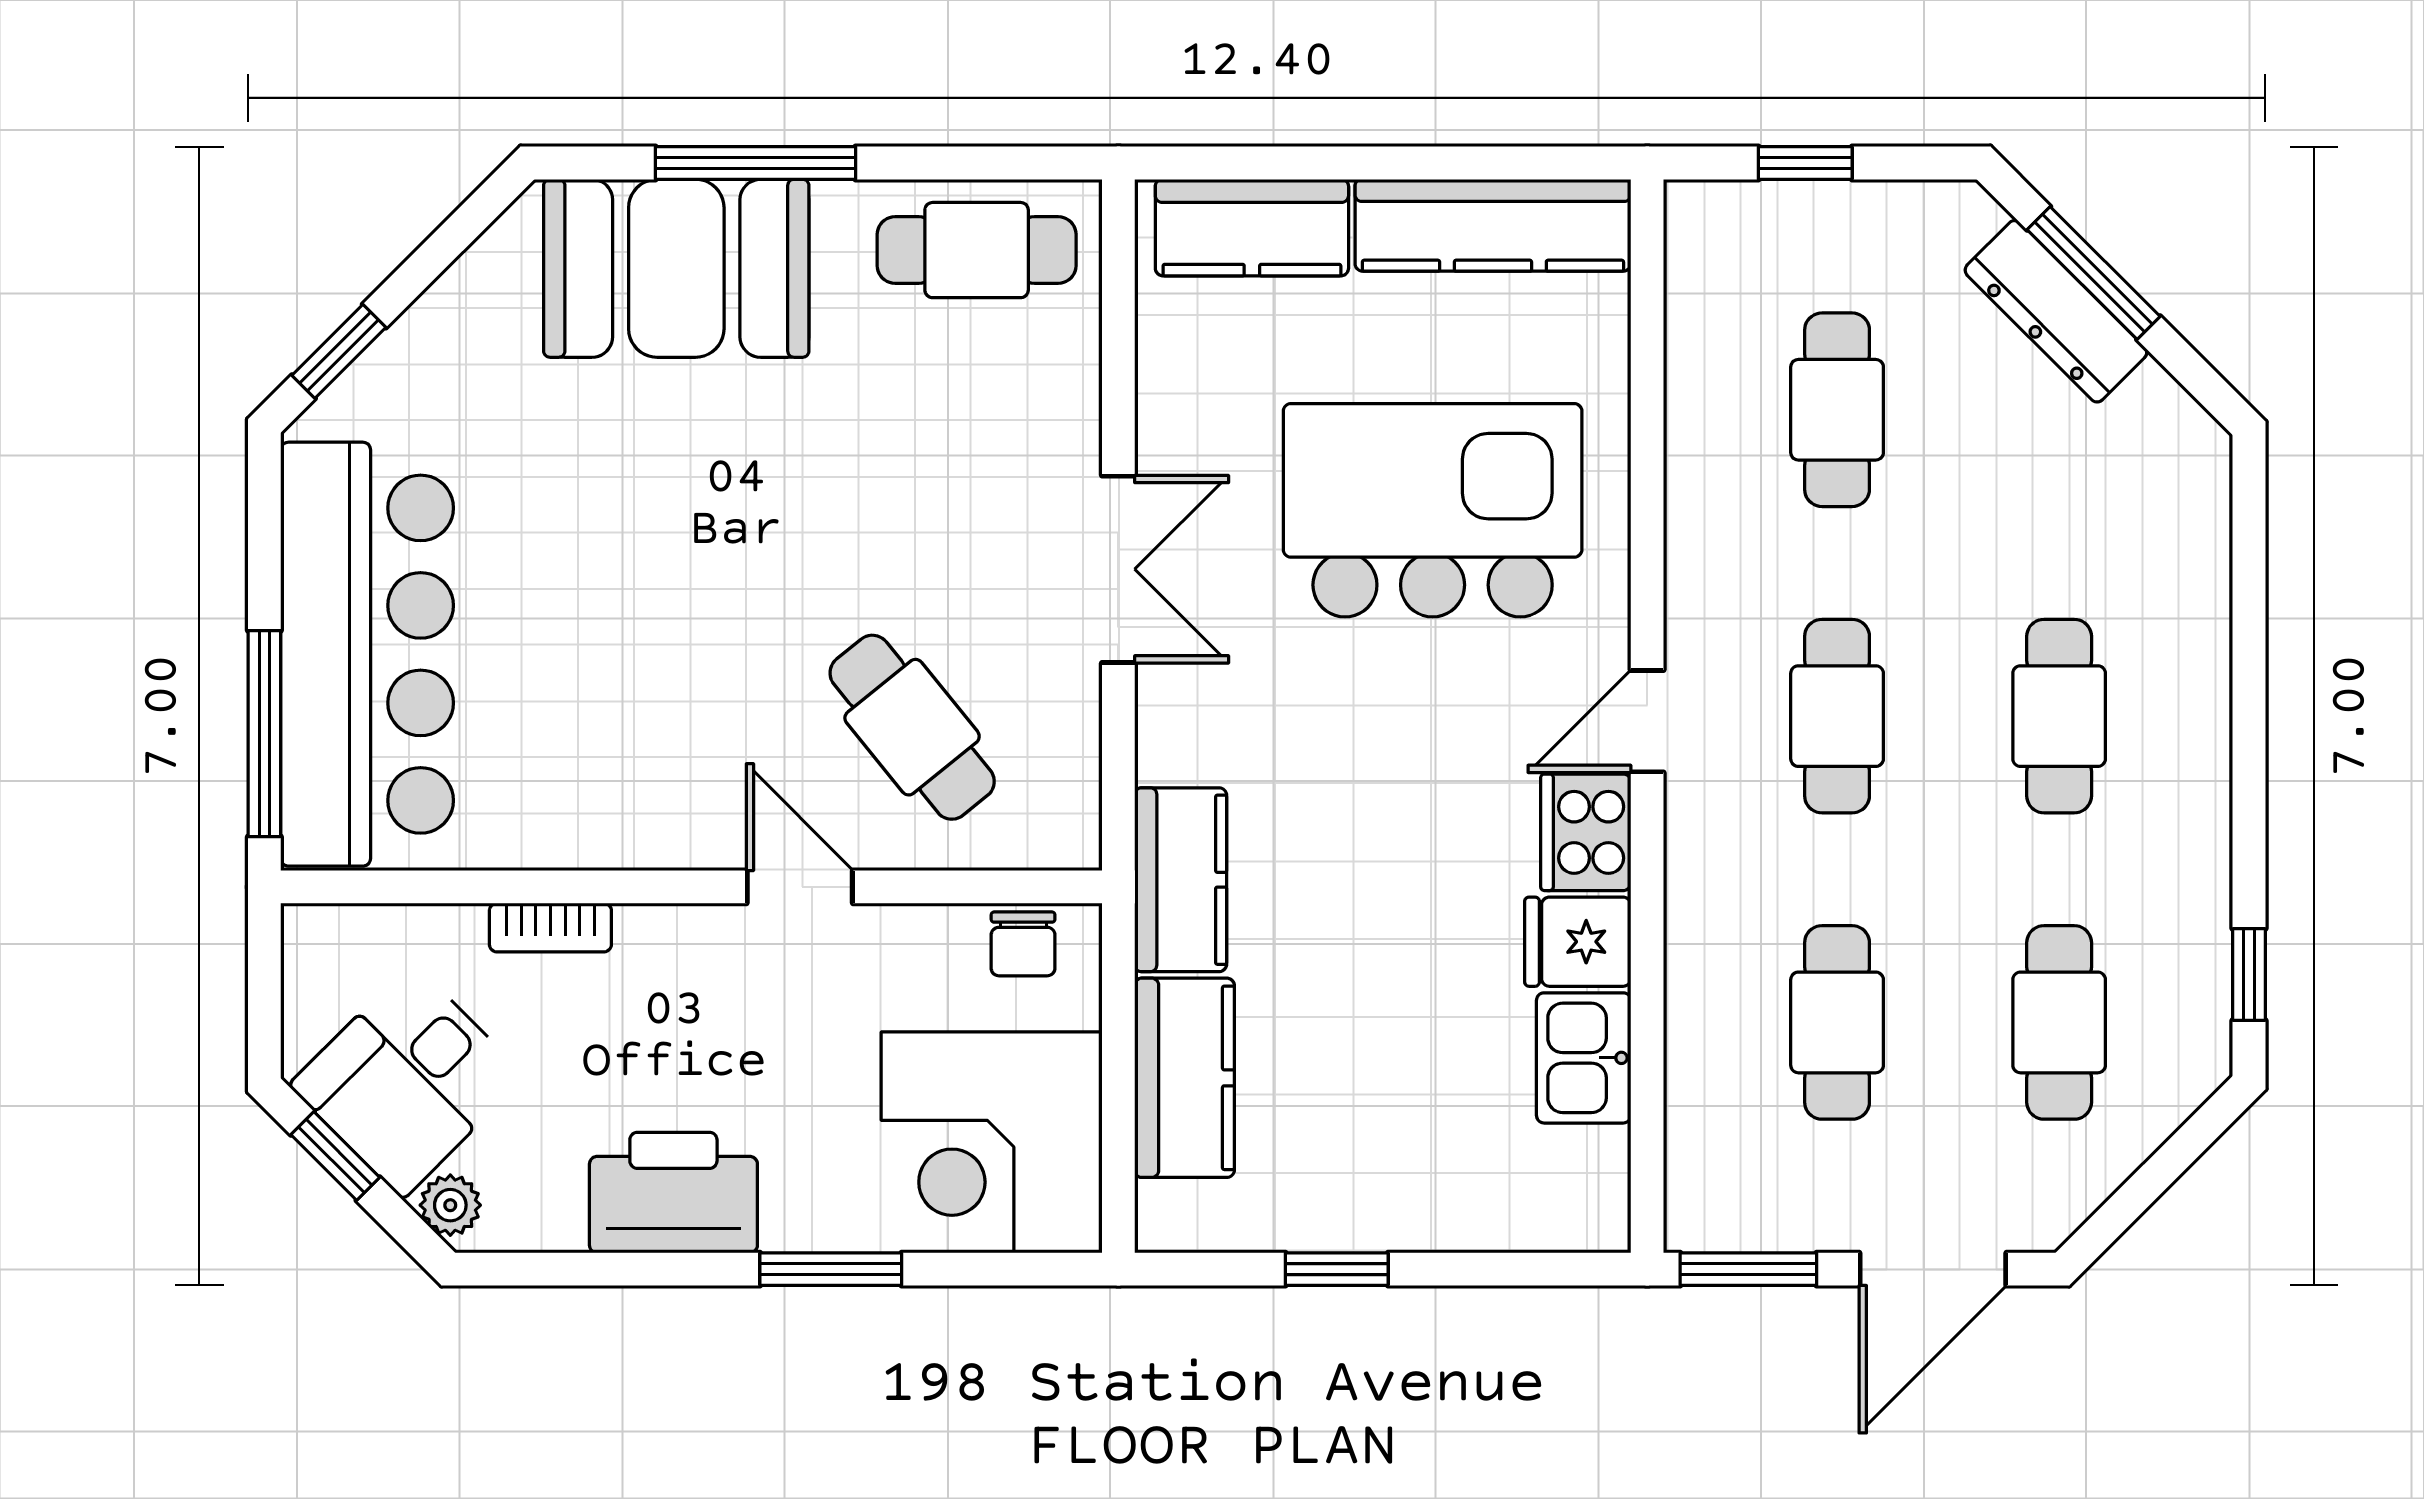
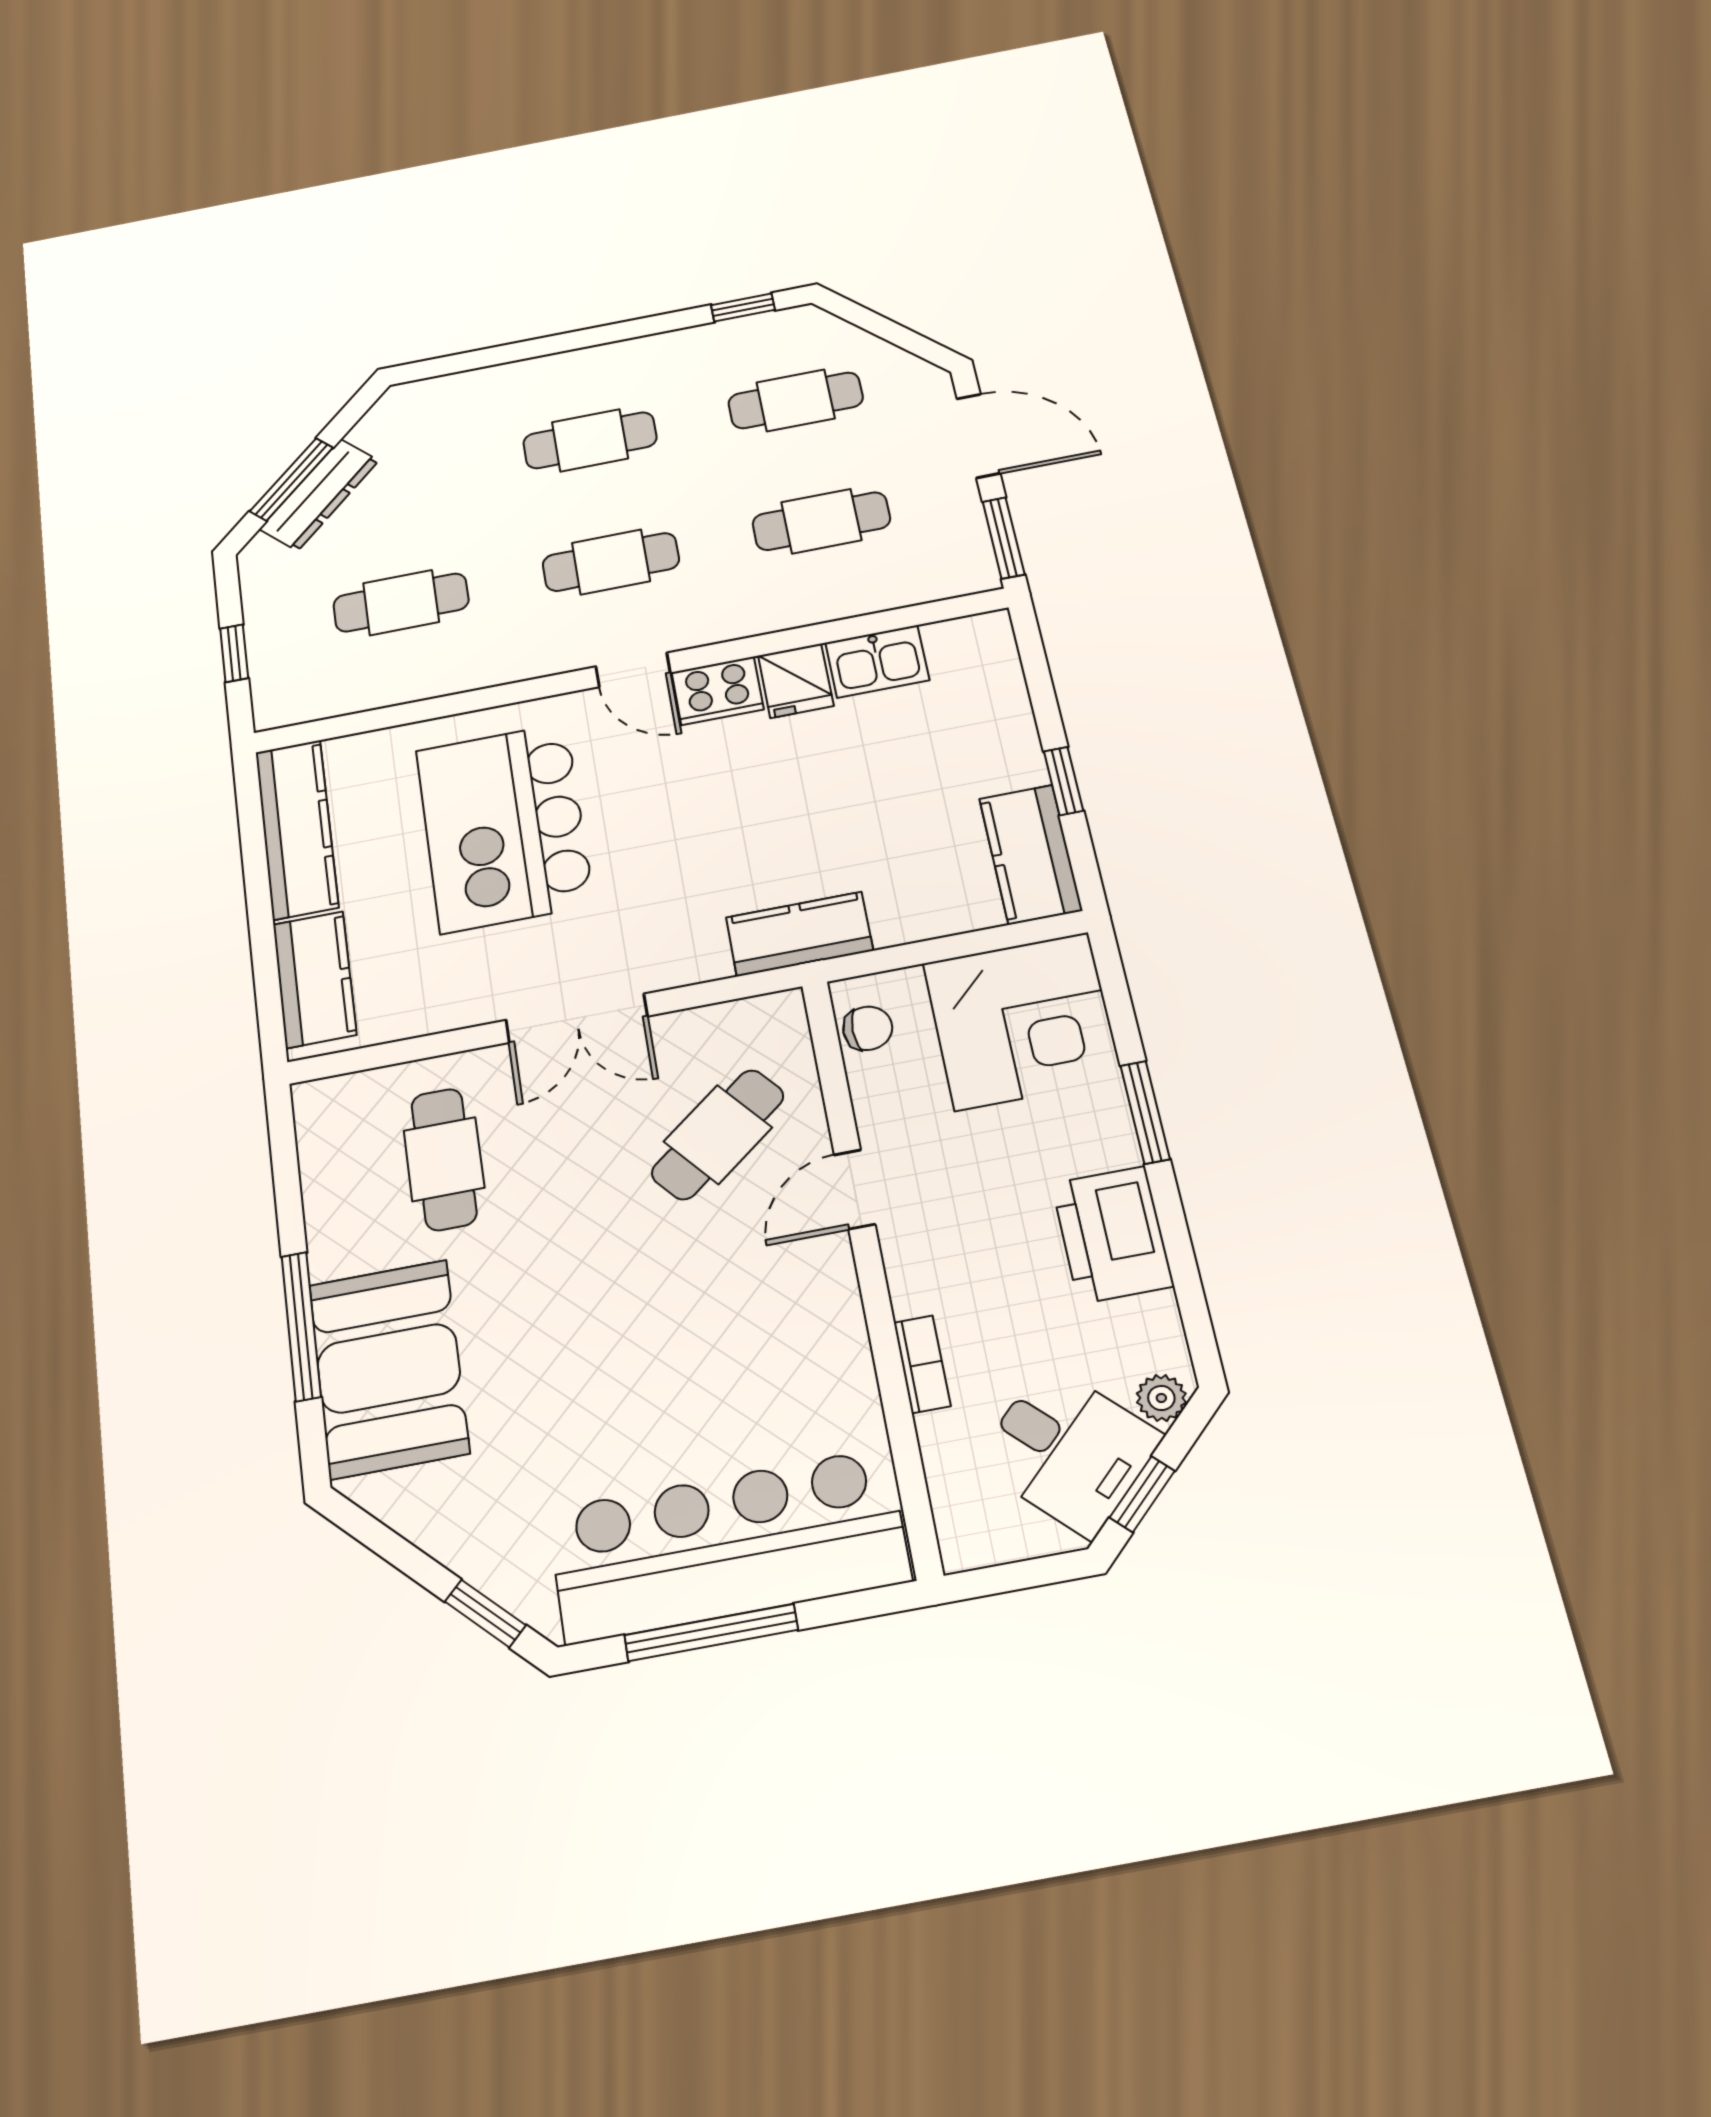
cafe table: (977, 250) -> (444, 1159), moved
double door: (1118, 569) -> (577, 1018), swing flipped
window: (264, 734) -> (711, 1633), moved
kitchen counter: (1185, 1078) -> (1031, 854), moved, turned -90

